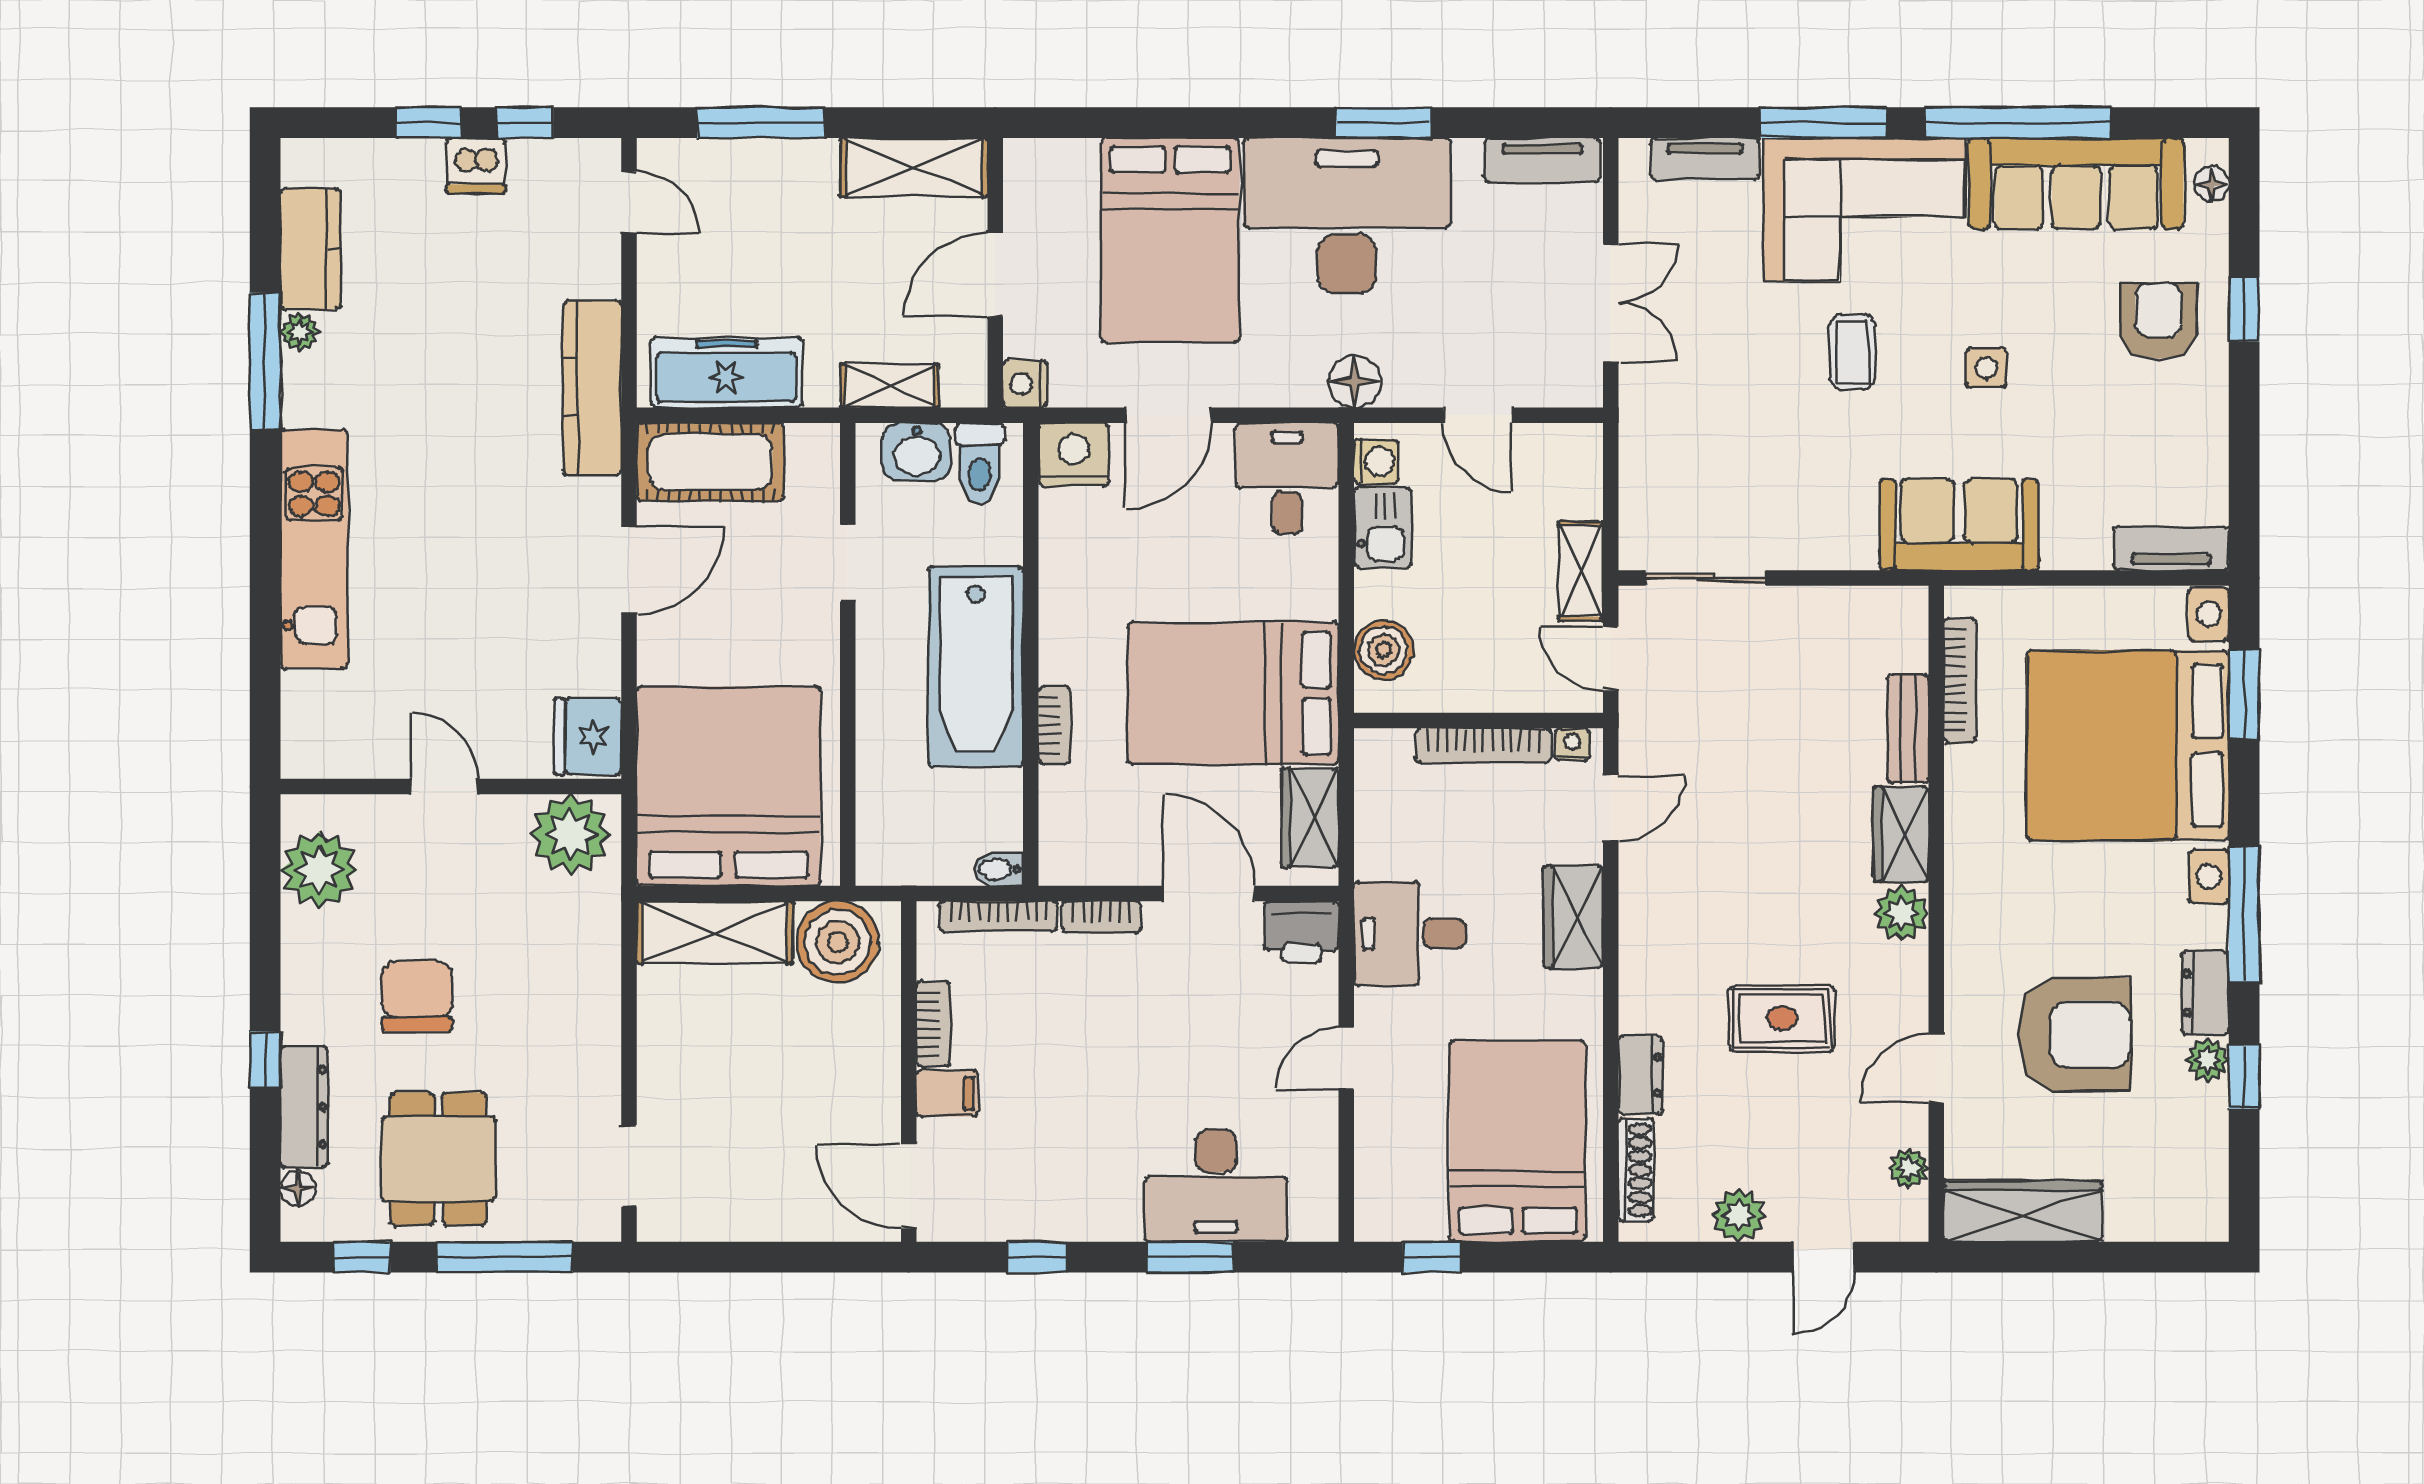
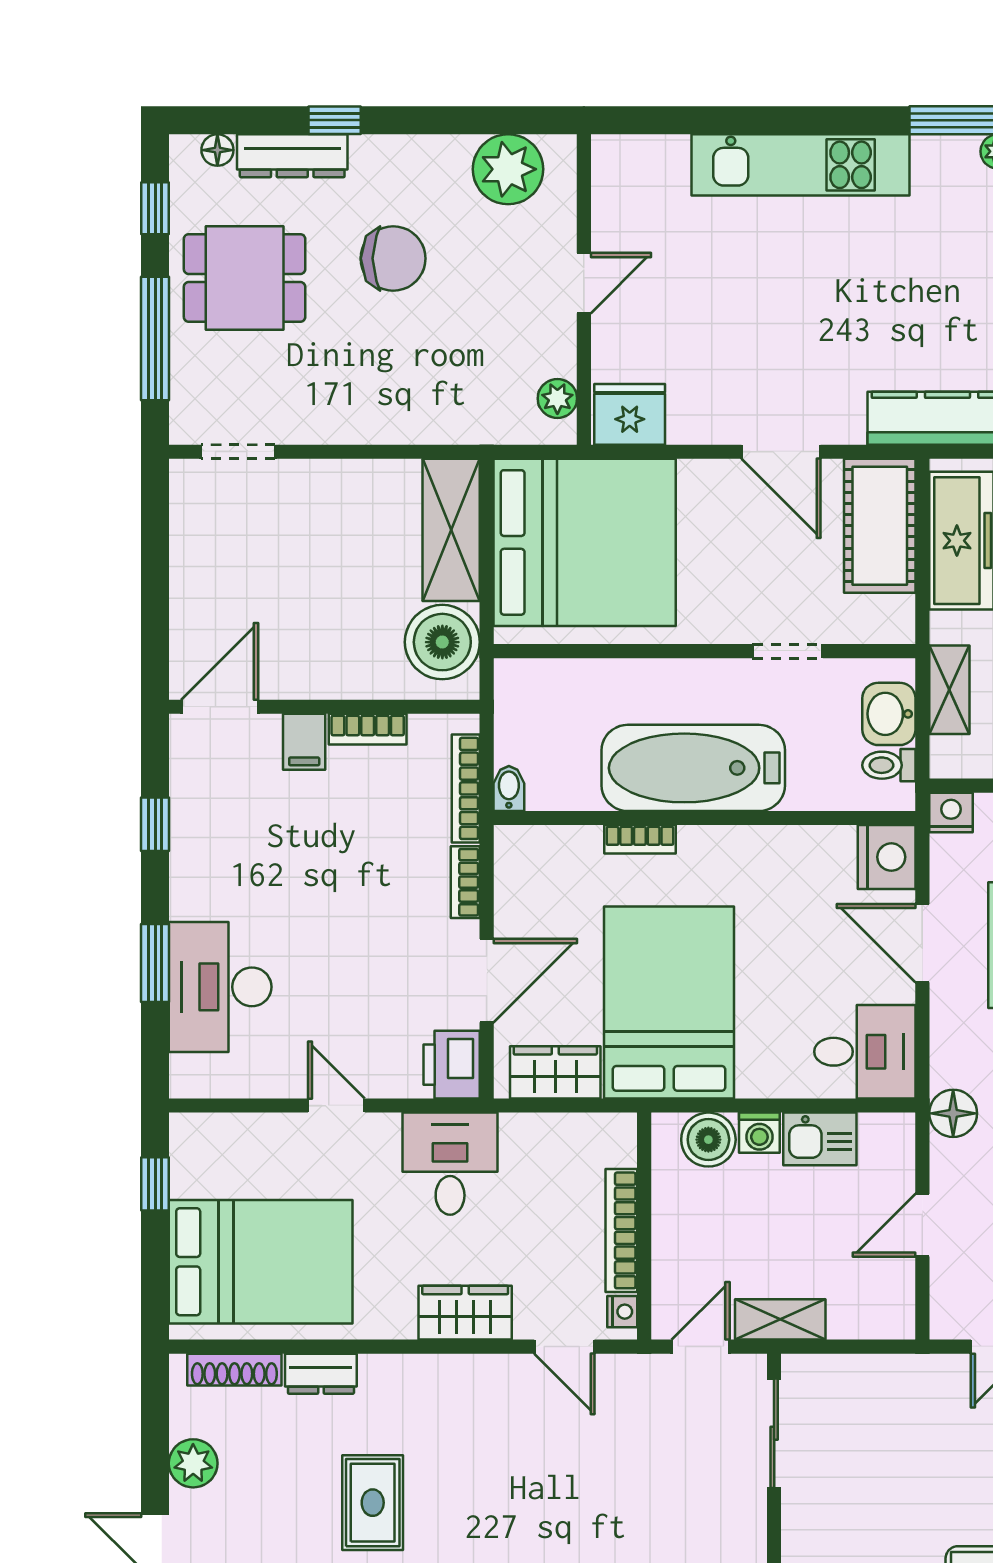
washing machine: (1376, 461) -> (759, 1133), moved
toilet: (979, 463) -> (889, 765), width x0.73, depth x0.72
plant: (570, 834) -> (557, 398), width x0.53, depth x0.53

